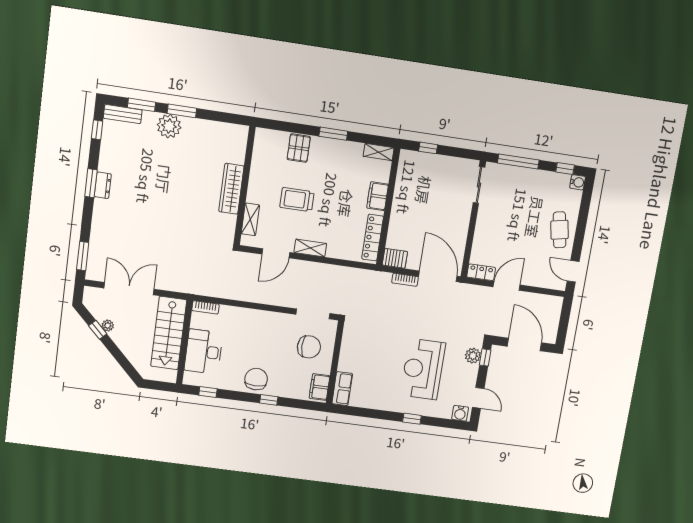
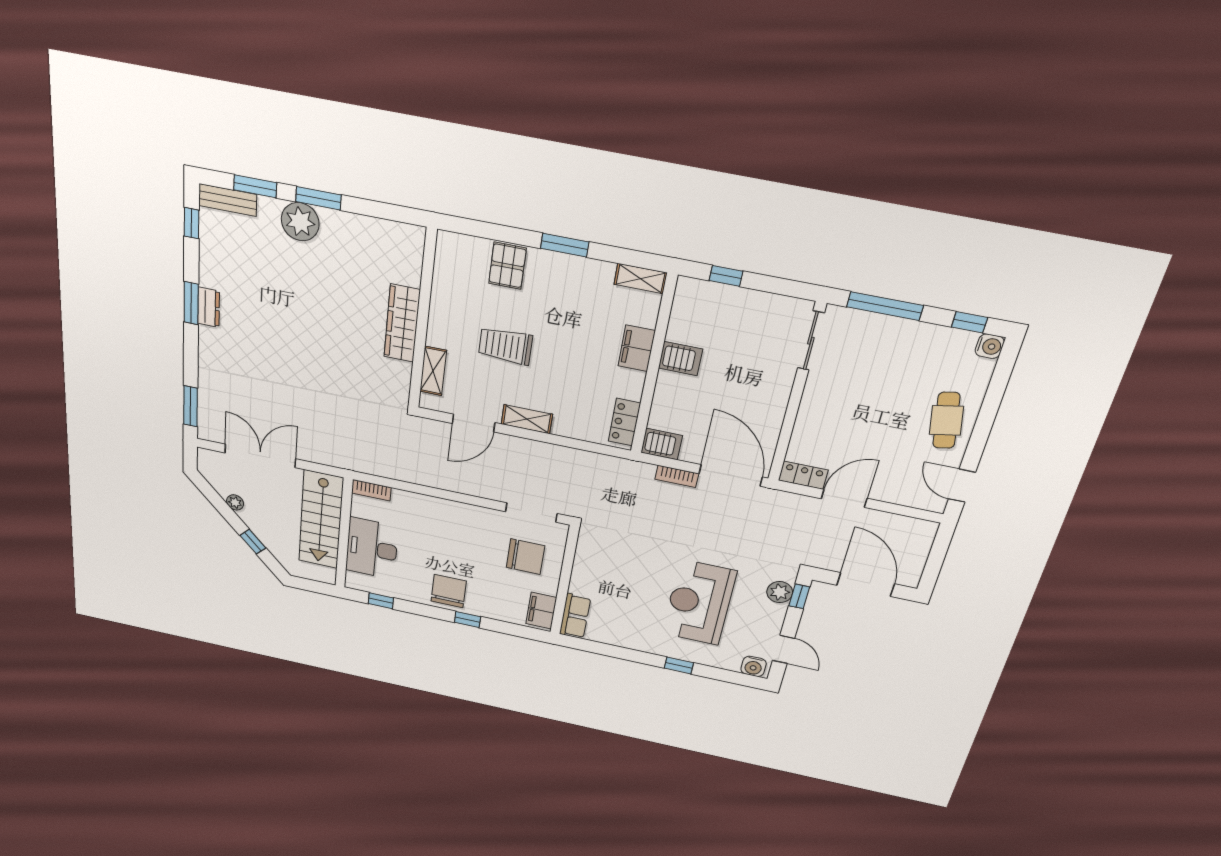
server rack: (404, 201) -> (680, 359), added
locker: (373, 238) -> (624, 422), width x0.66
window: (98, 330) -> (253, 542), moved

